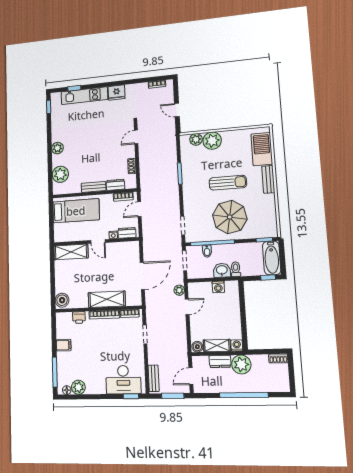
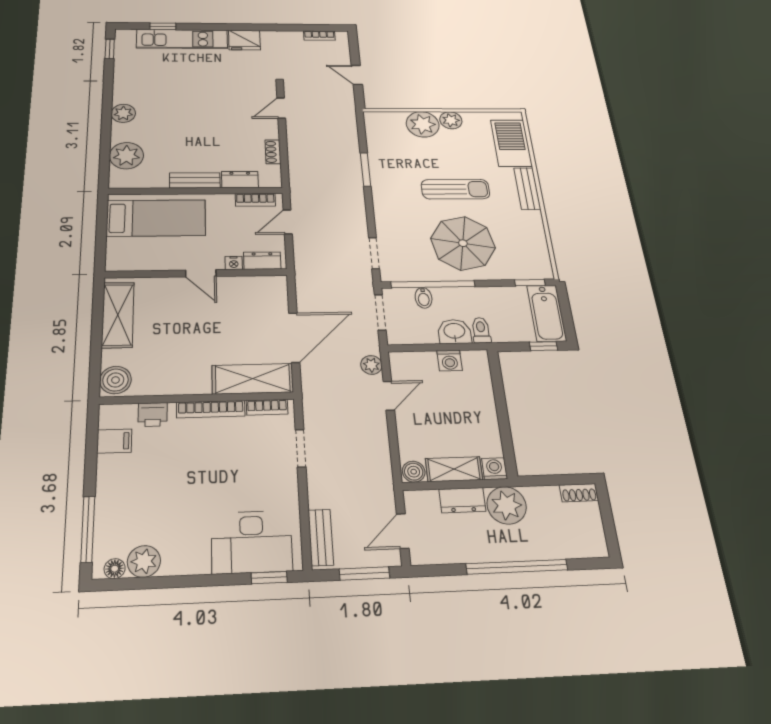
plant: (196, 139) -> (451, 120), moved
shelving: (71, 252) -> (118, 315), moved, turned 90
shelving: (107, 299) -> (253, 379), moved
filing cabinet: (64, 345) -> (114, 441), moved

